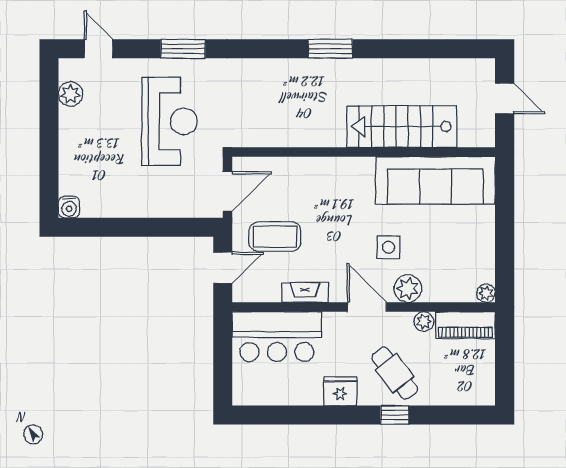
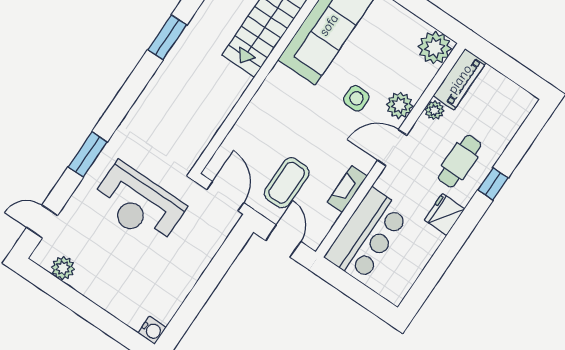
reception desk: (169, 121) -> (138, 204), turned 180
plant: (486, 293) -> (435, 48), width x1.87, depth x1.87
cafe table: (395, 373) -> (460, 161), turned -52

